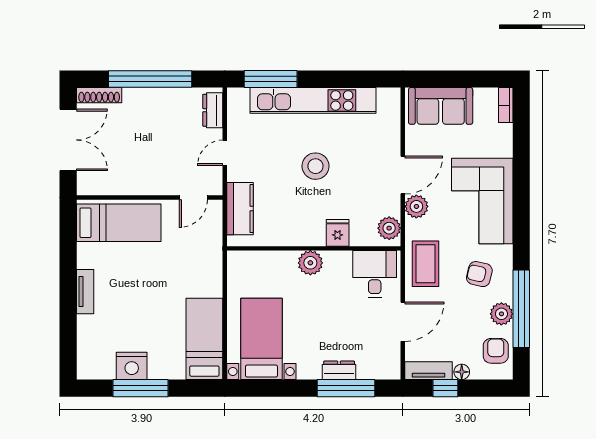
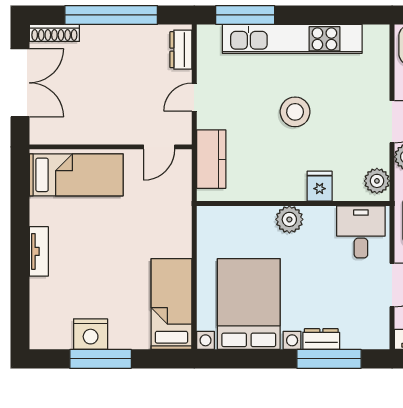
bed with nightstands: (261, 339) -> (249, 304), width x1.36

